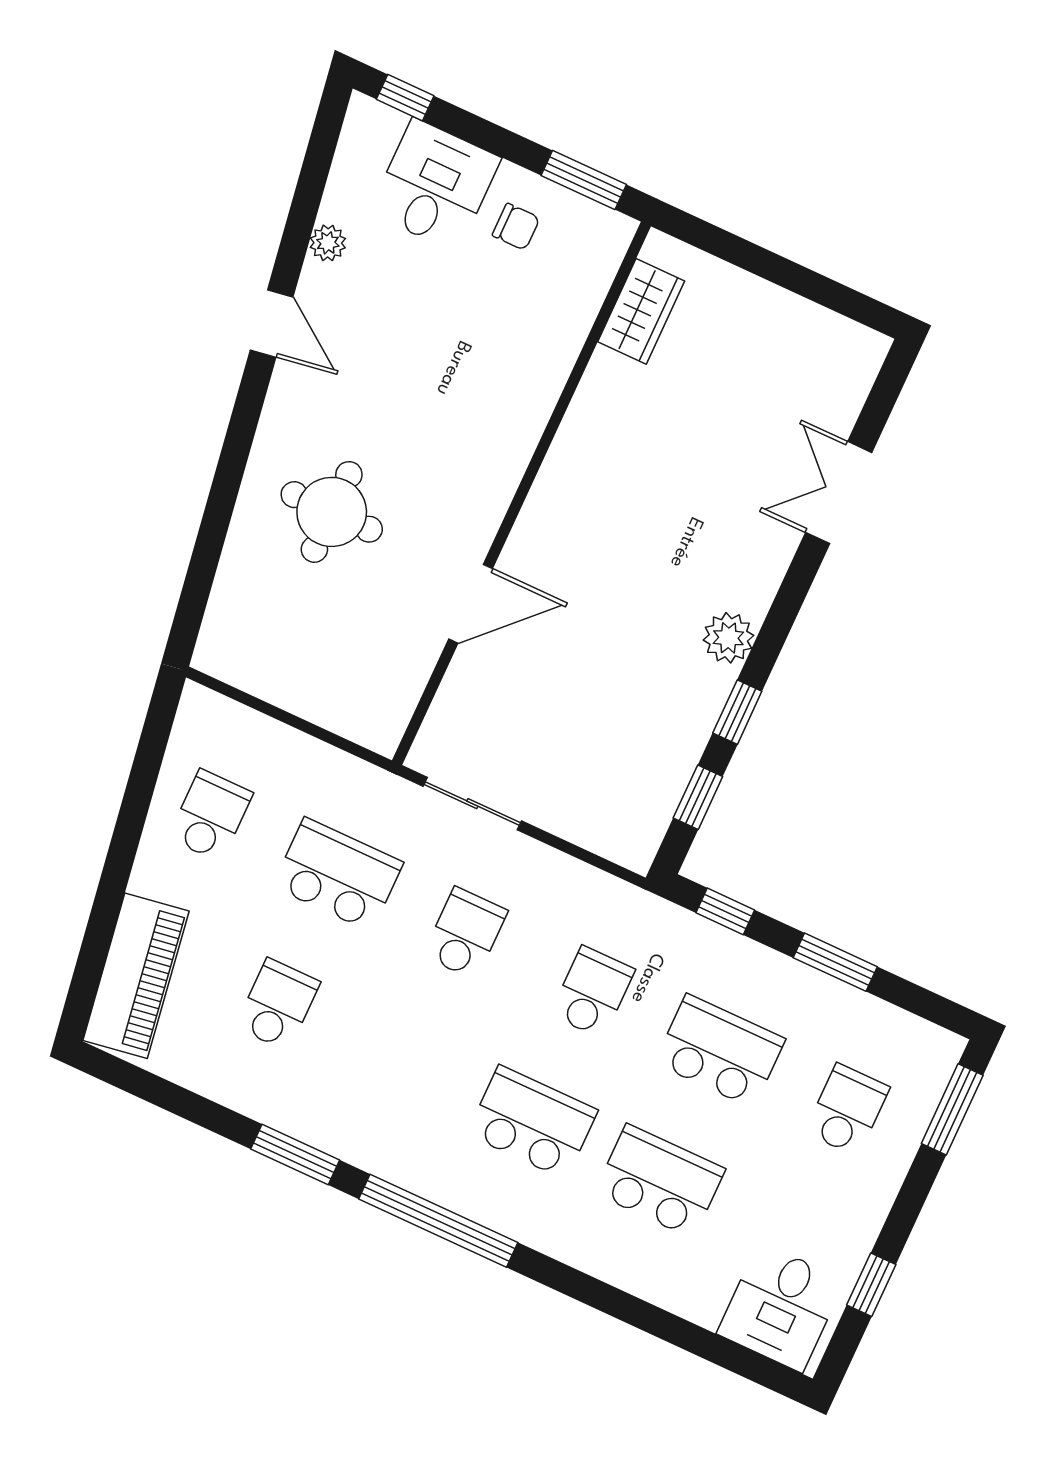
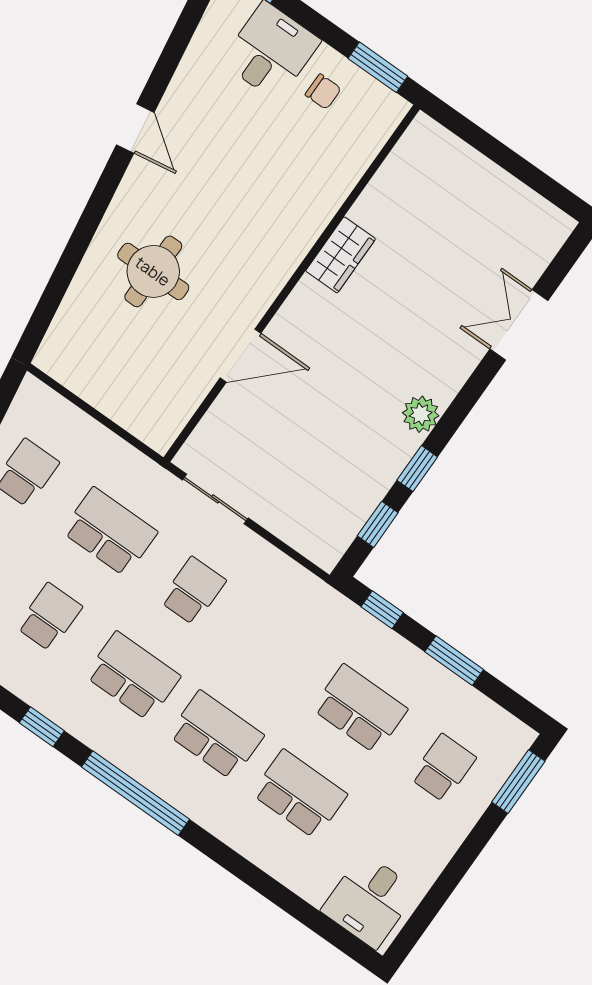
plant: (328, 243) -> (186, 78), removed
wardrobe: (641, 311) -> (341, 255), moved
school desk: (593, 992) -> (133, 676), moved, width x1.85
window: (295, 1155) -> (42, 727), width x0.67
window: (871, 1285) -> (437, 896), removed

